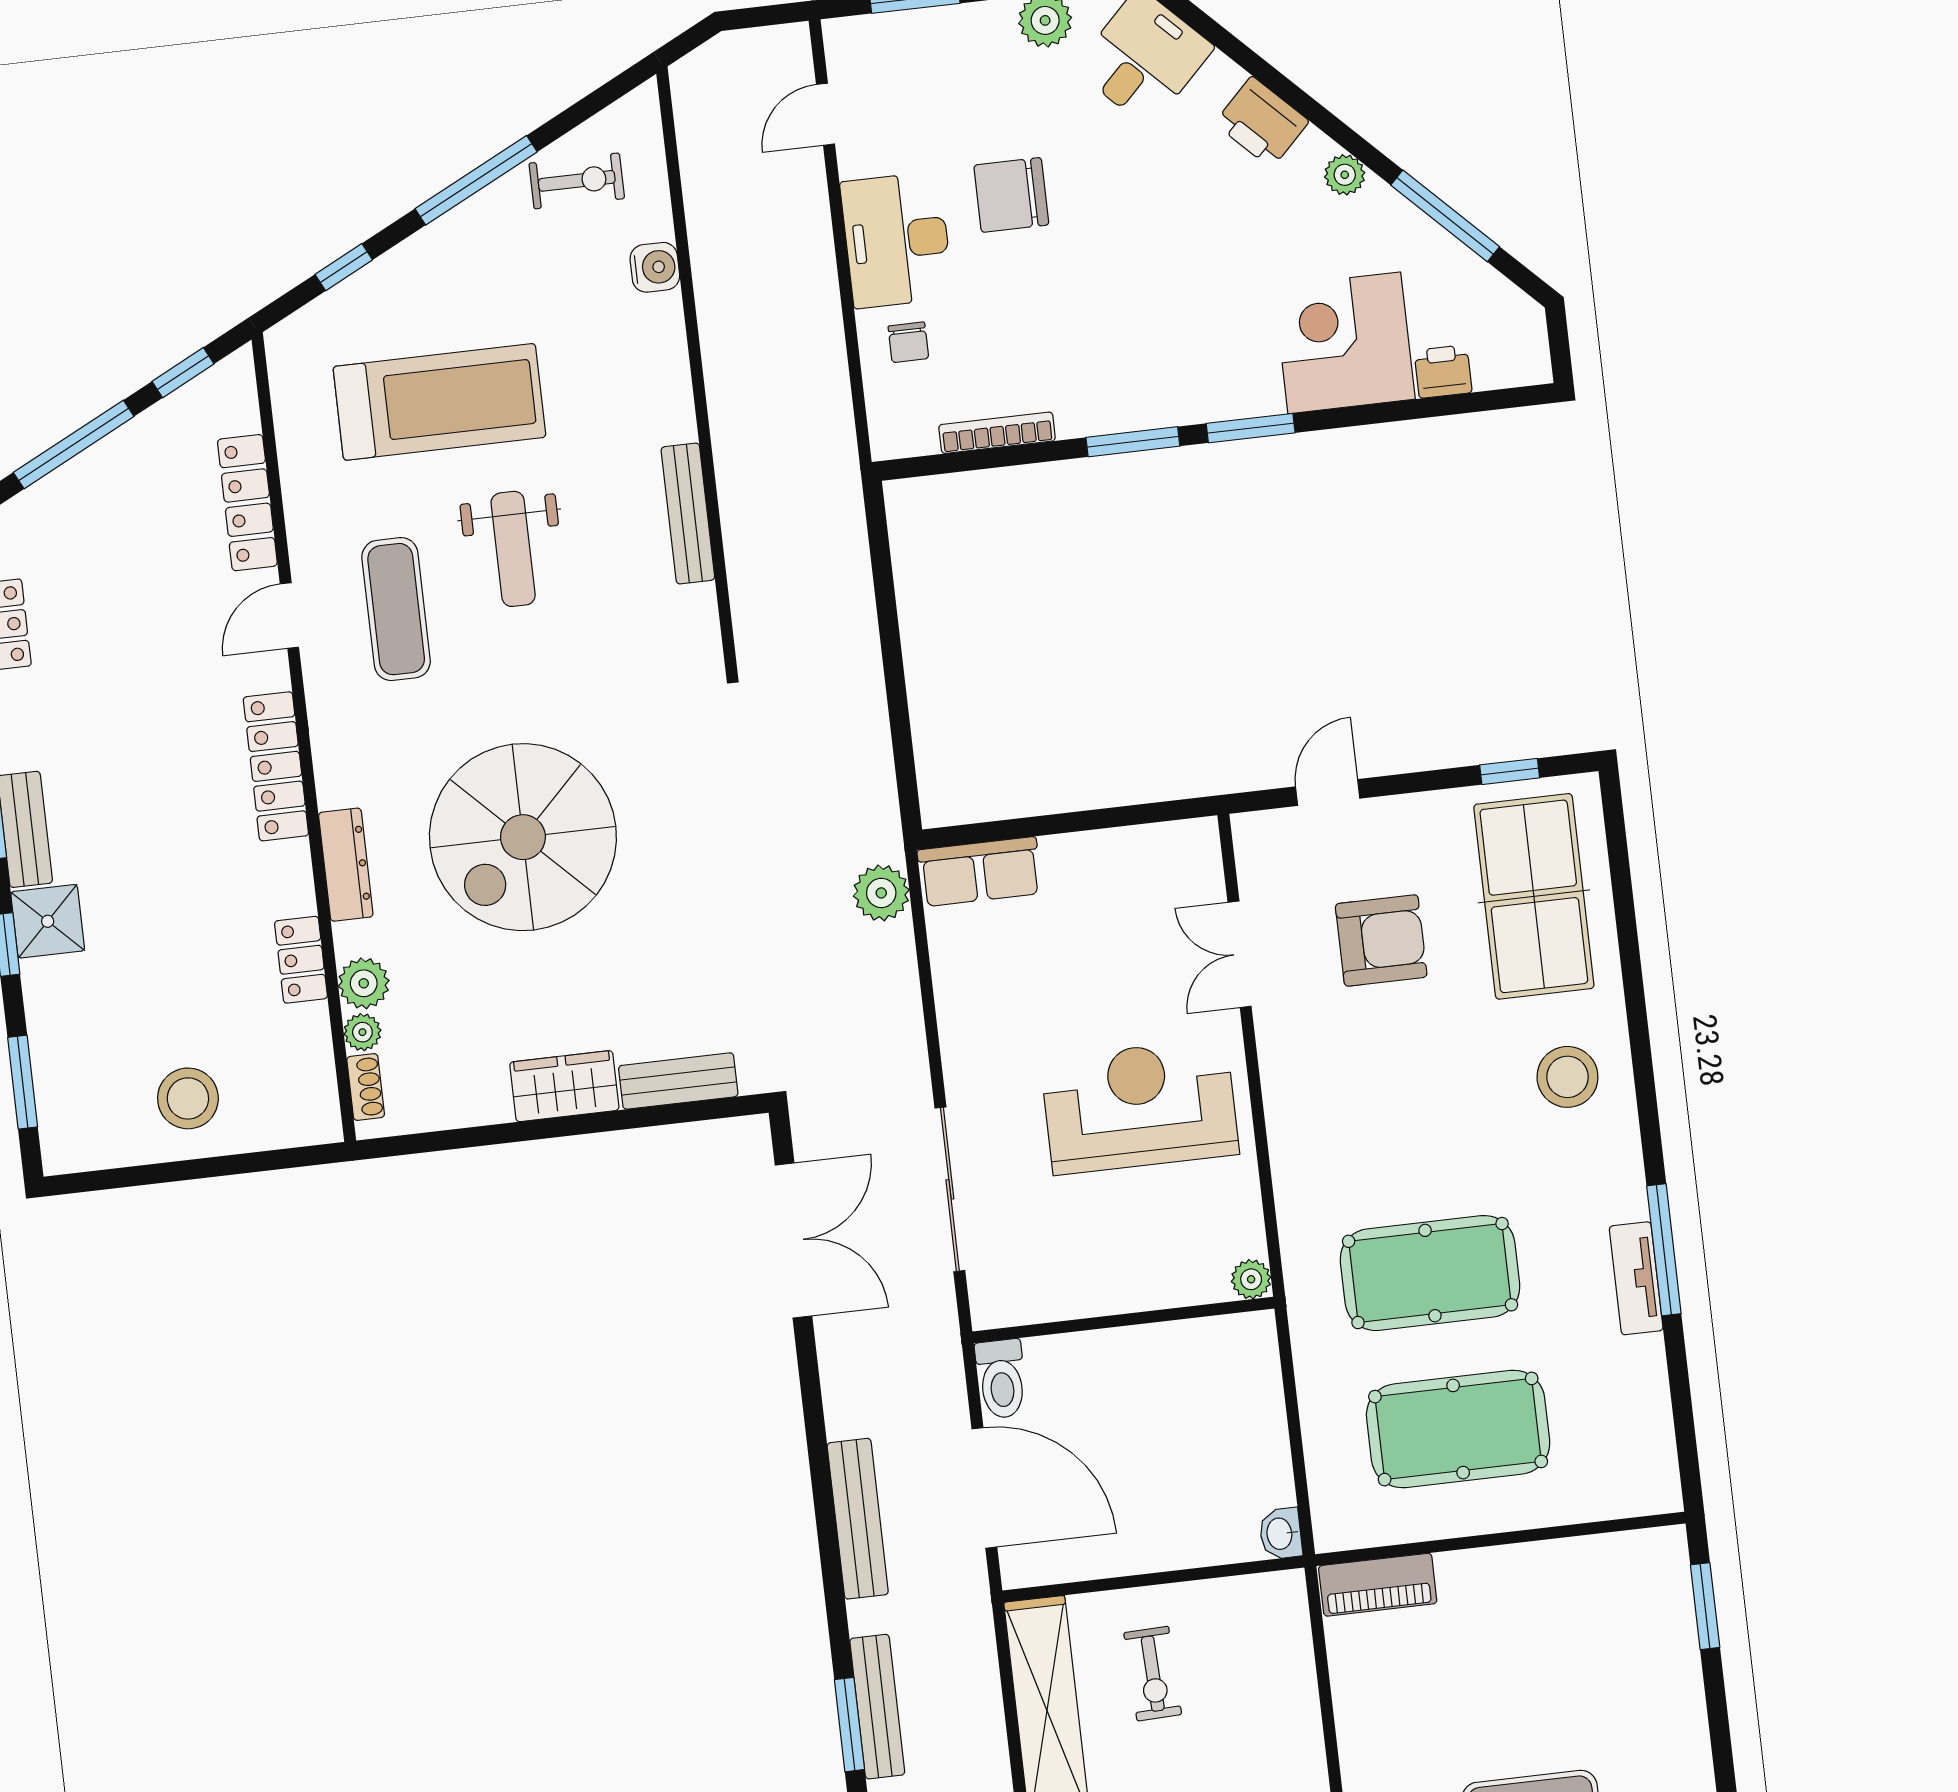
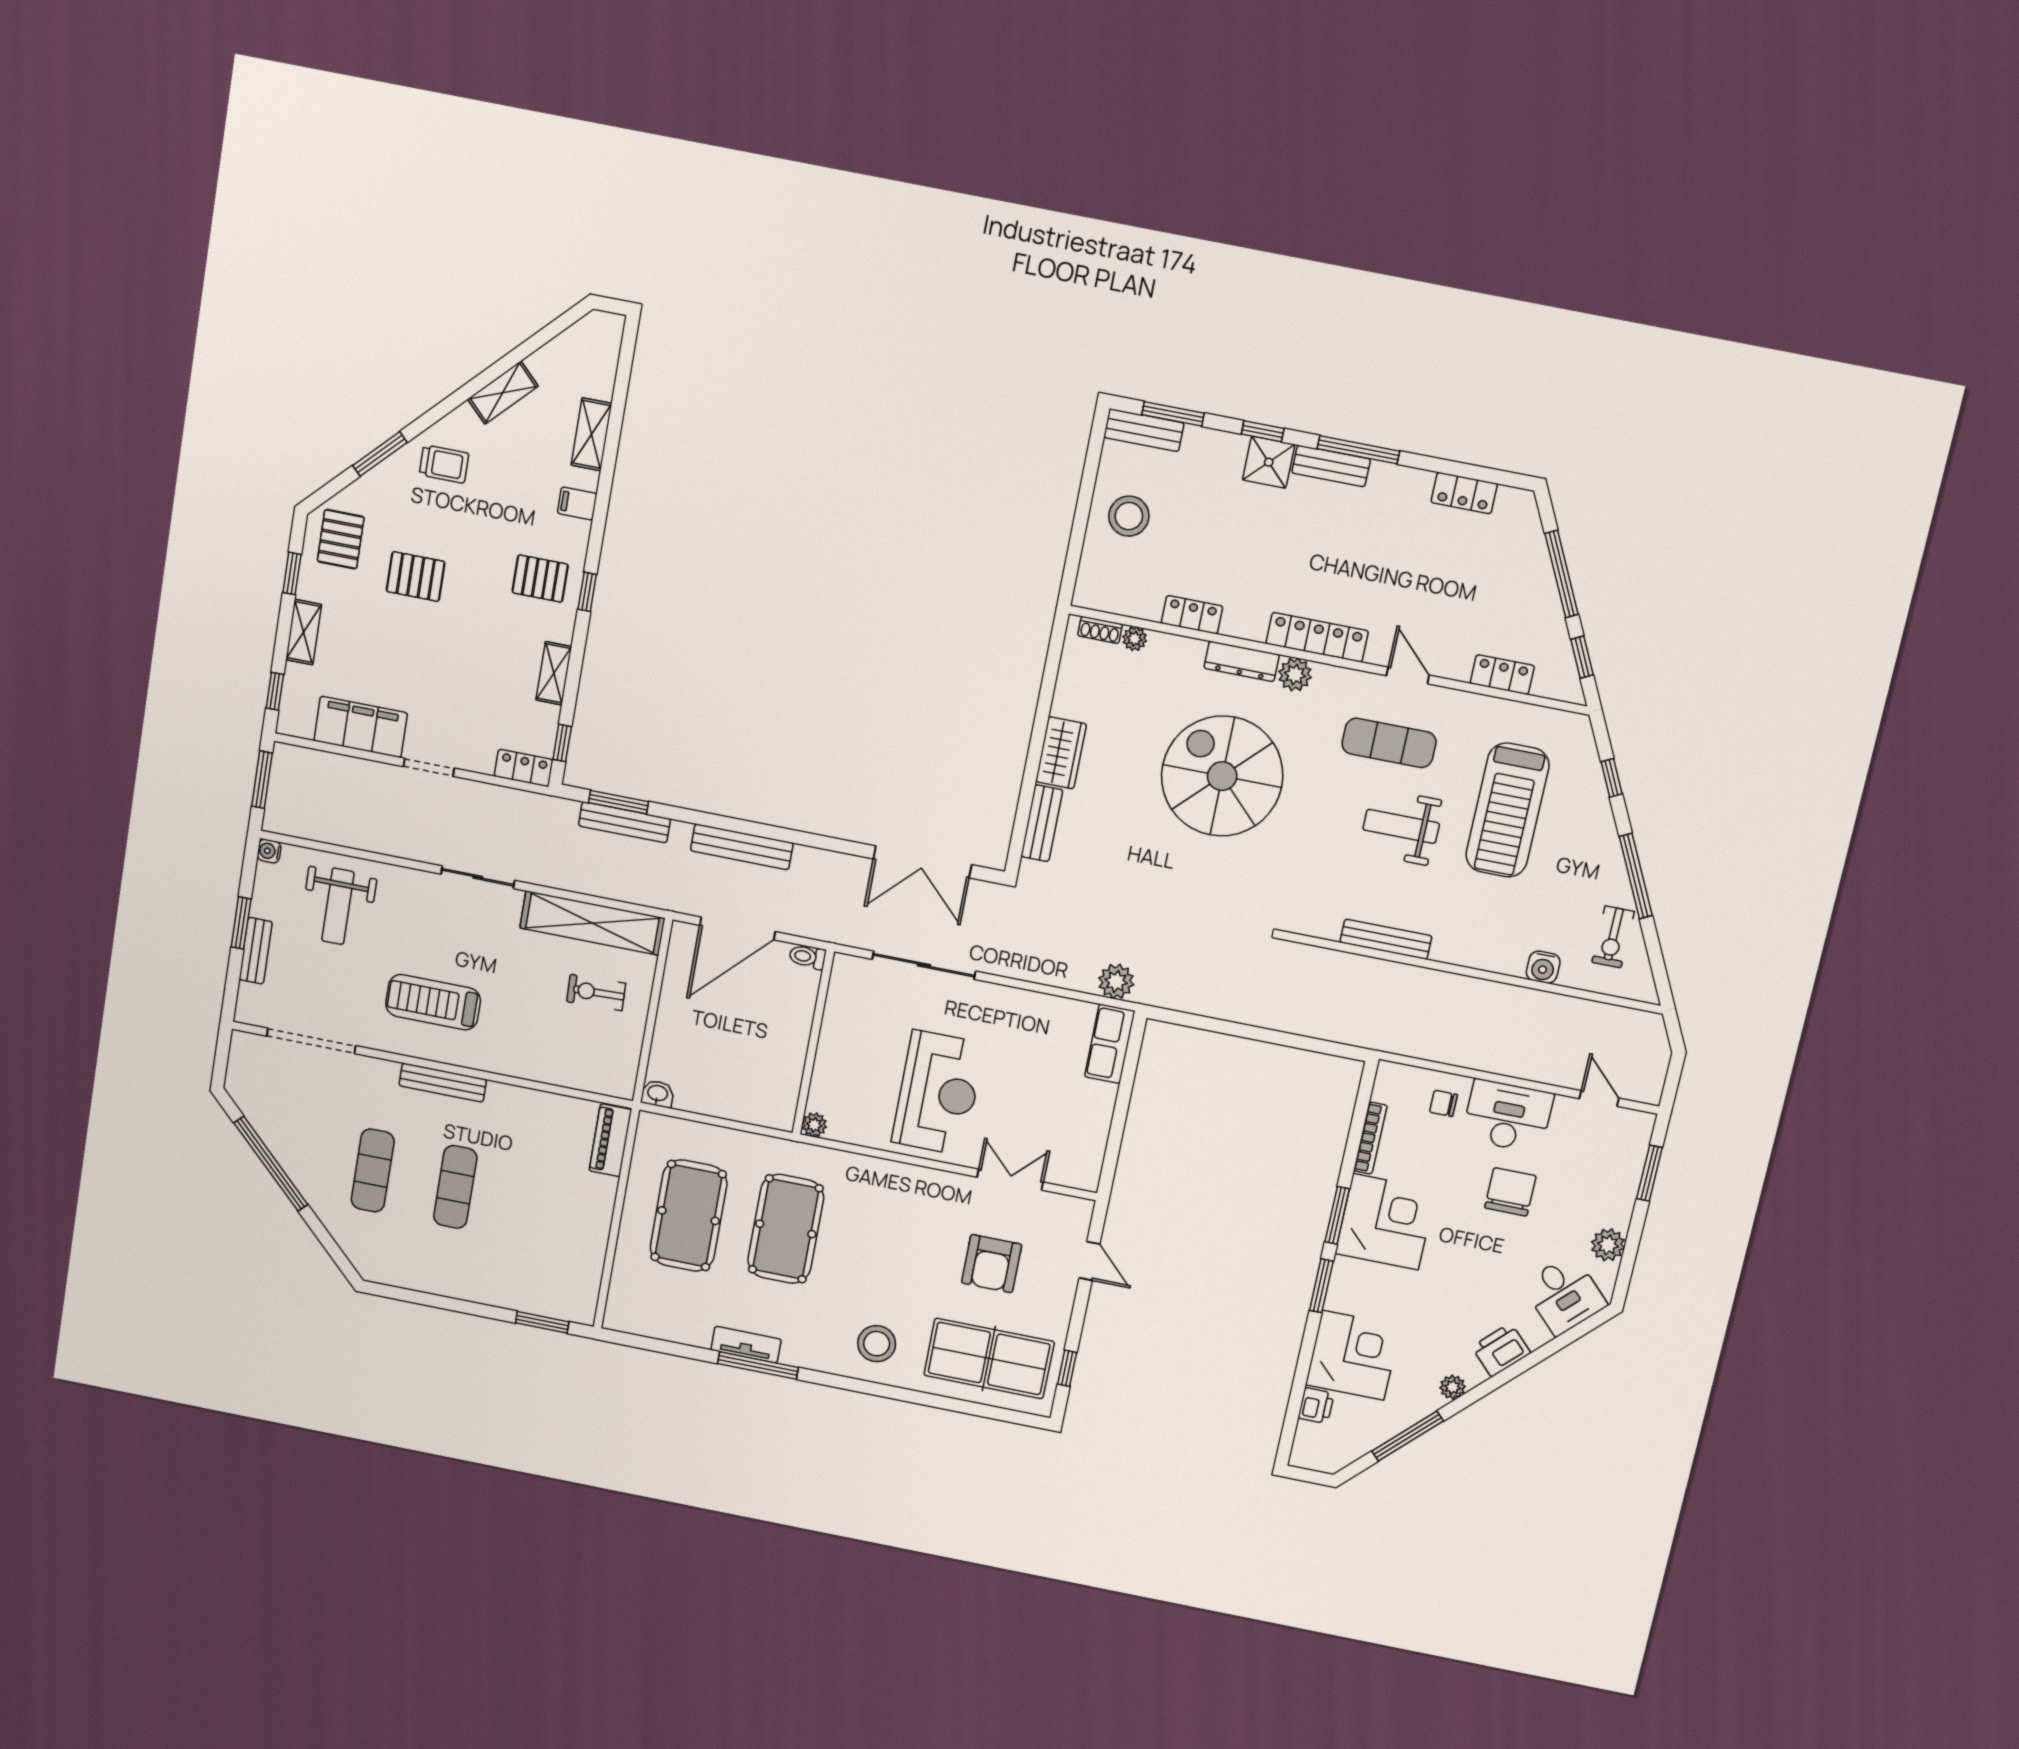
corner desk: (1119, 366) -> (1386, 1222), added
locker: (247, 503) -> (1502, 675), width x0.66
plant: (364, 983) -> (1295, 675), moved
bench: (59, 1117) -> (1144, 430), added
toilet: (1001, 1379) -> (807, 957), width x0.73, depth x0.72

